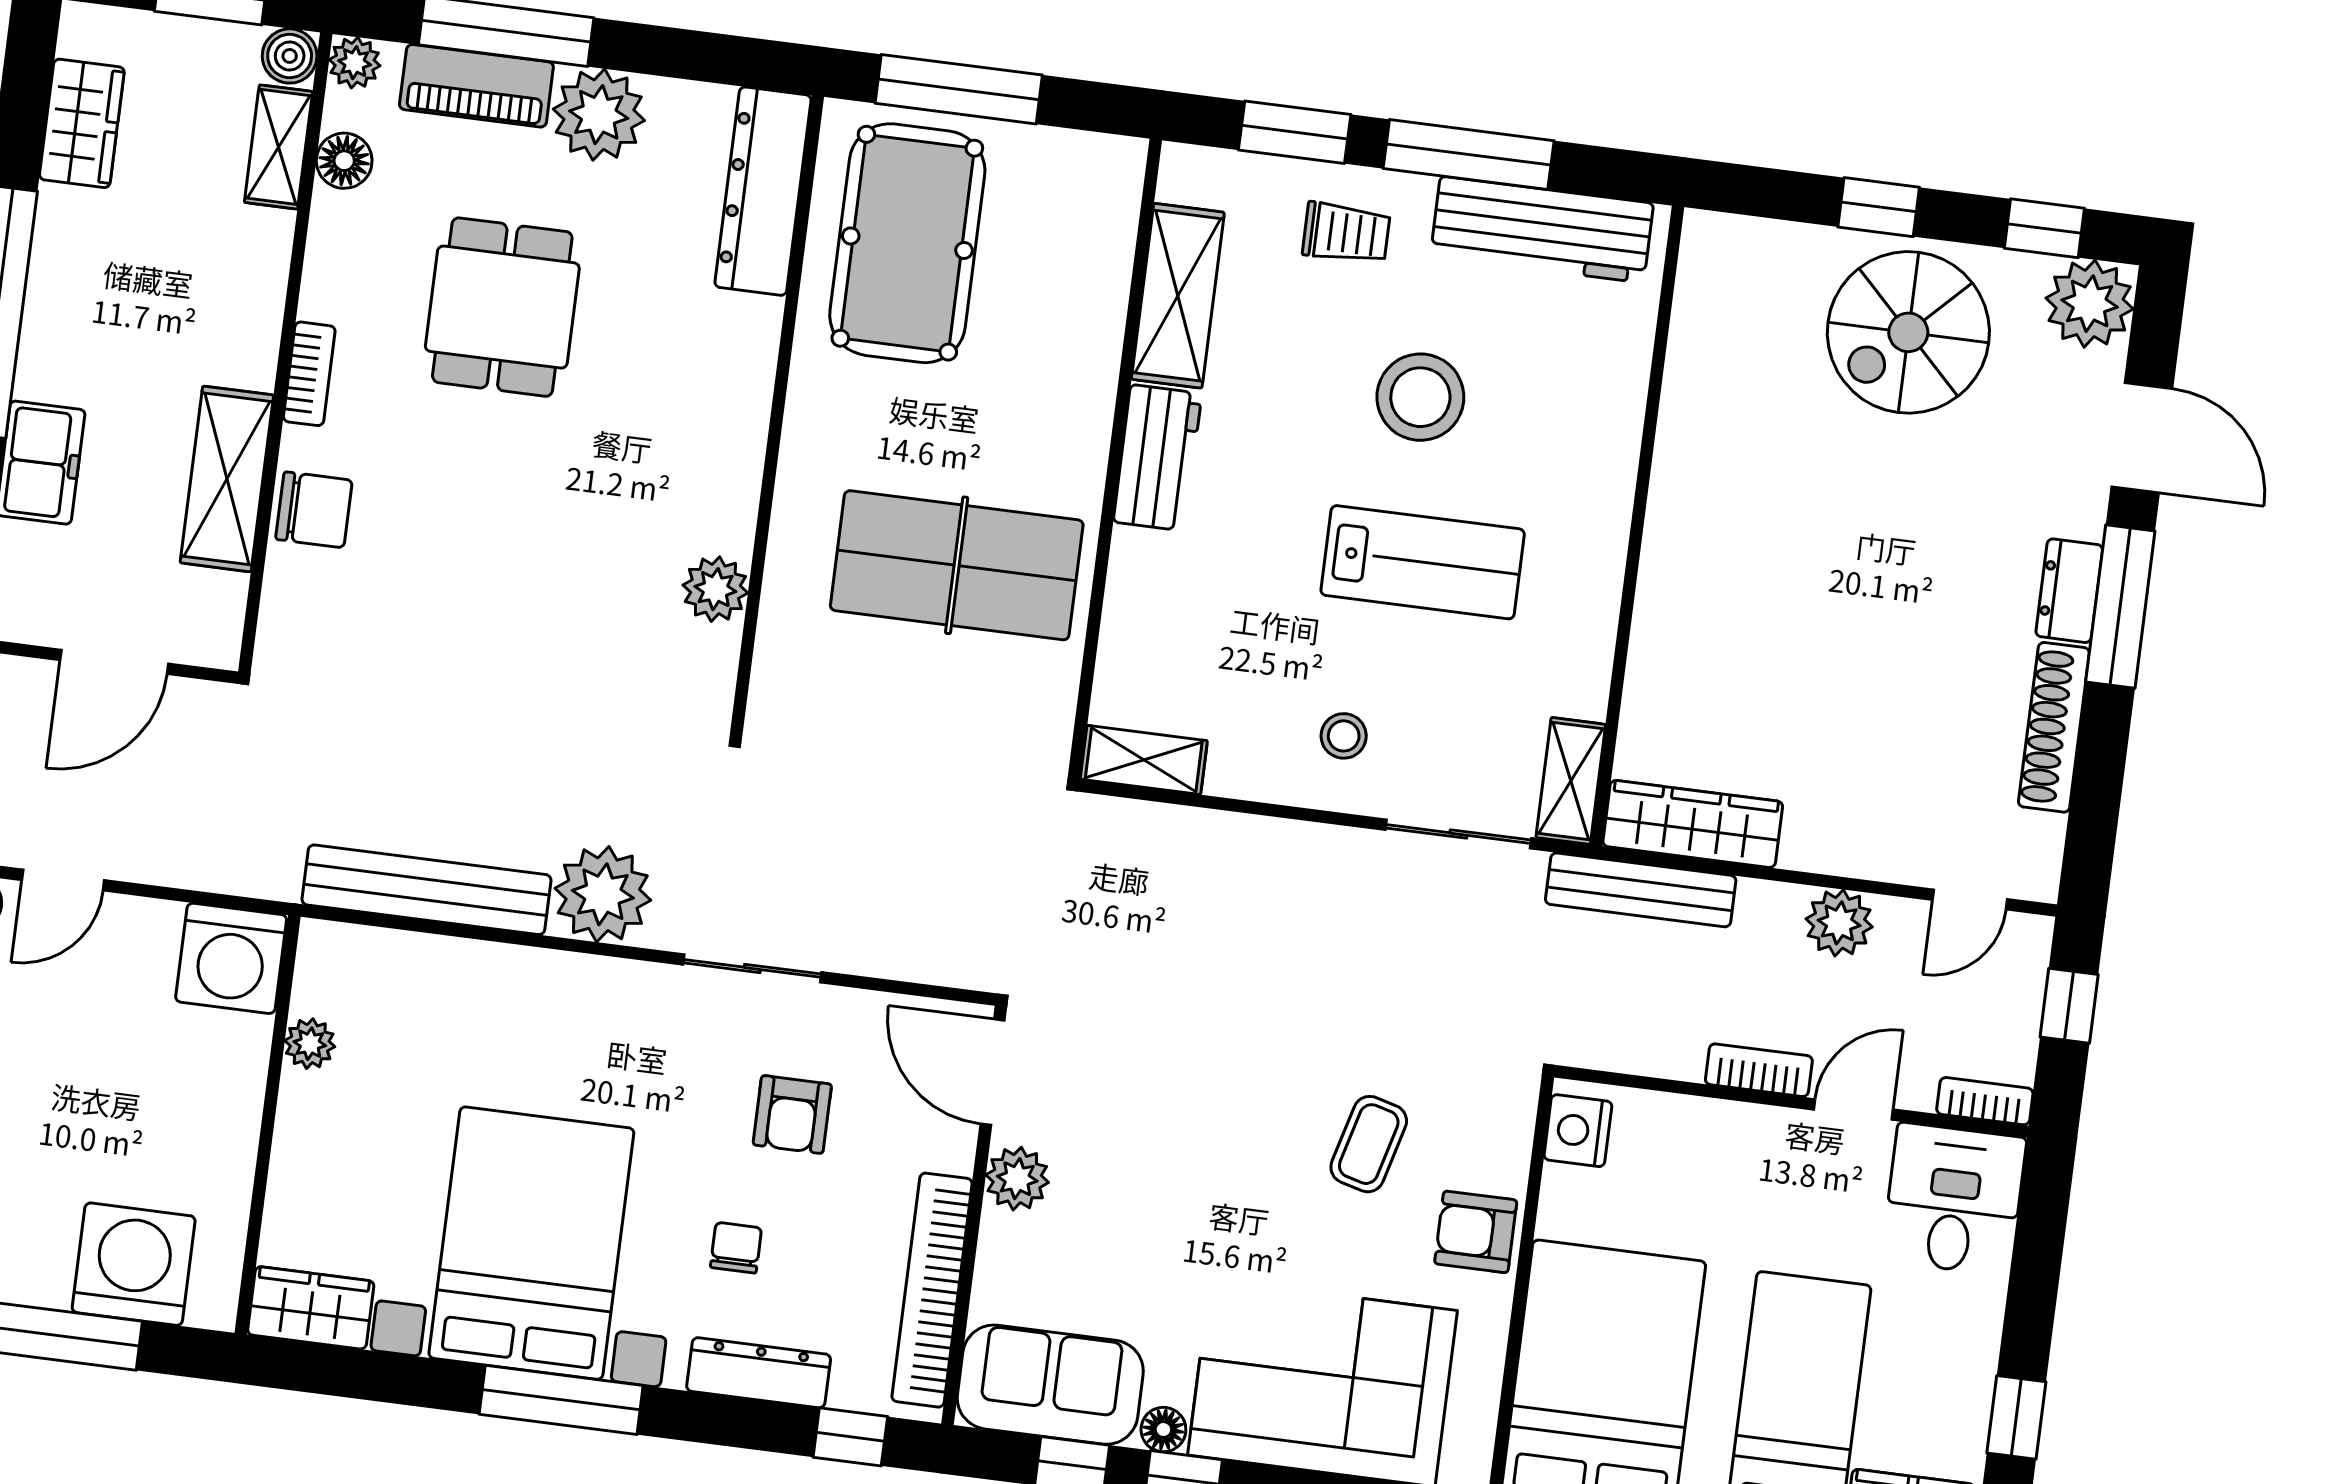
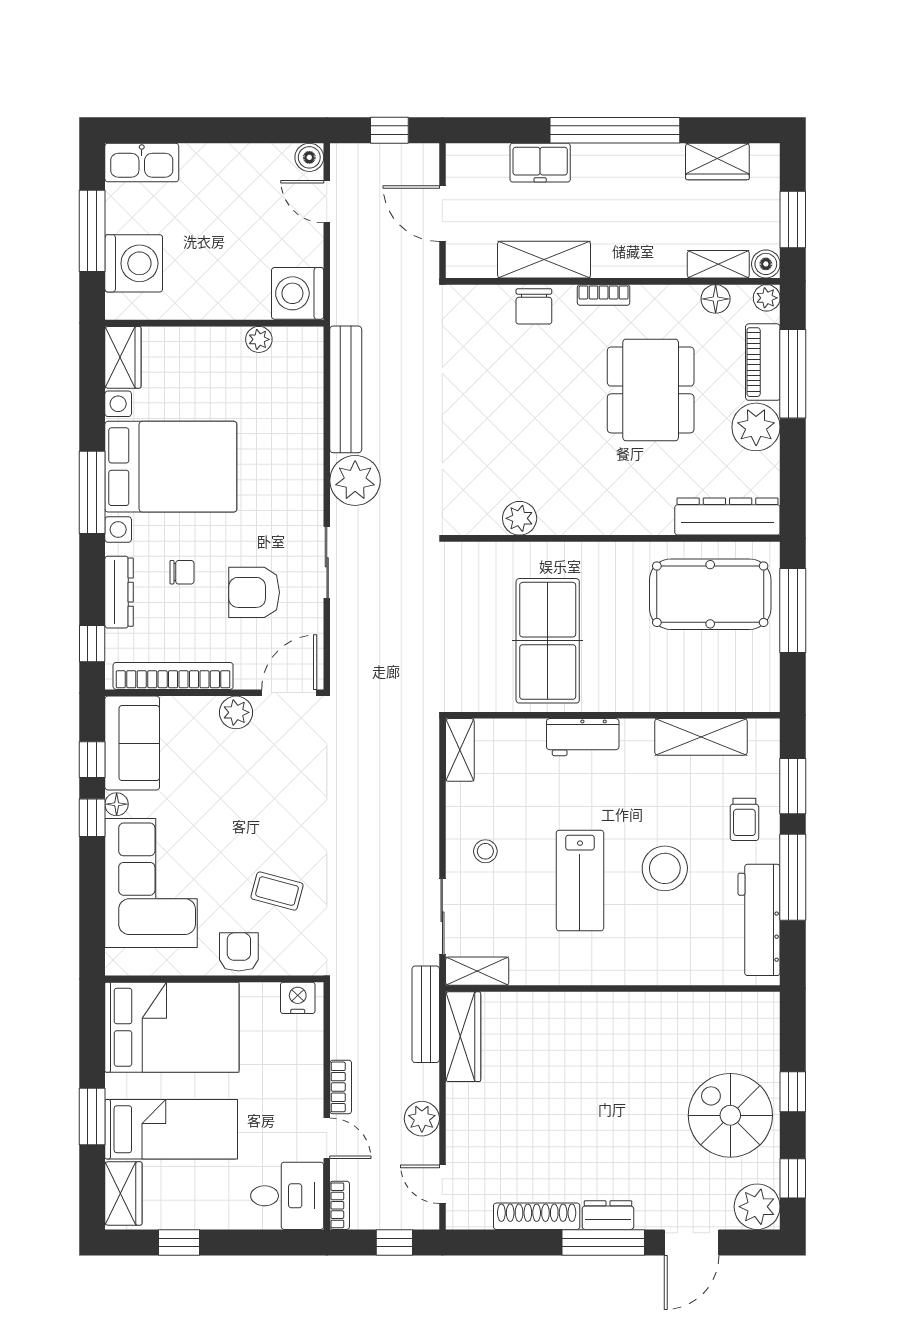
dining table: (502, 307) -> (651, 390), width x1.37
workbench: (1158, 458) -> (583, 737), moved
armchair: (792, 1114) -> (254, 592), width x1.38, depth x1.38

